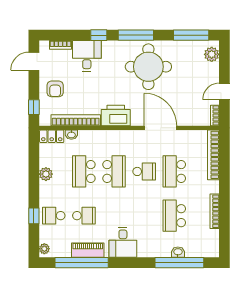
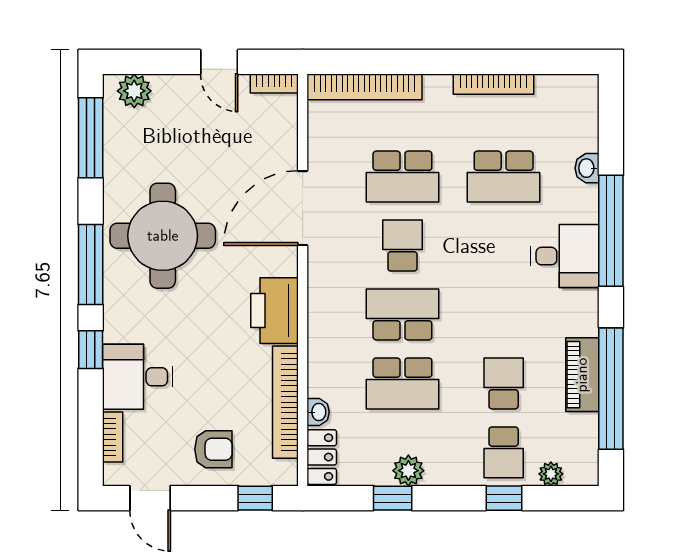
window: (34, 167) -> (393, 498), added
desk: (123, 242) -> (565, 256), moved
plant: (44, 249) -> (551, 474), moved
window: (179, 263) -> (611, 231), moved

